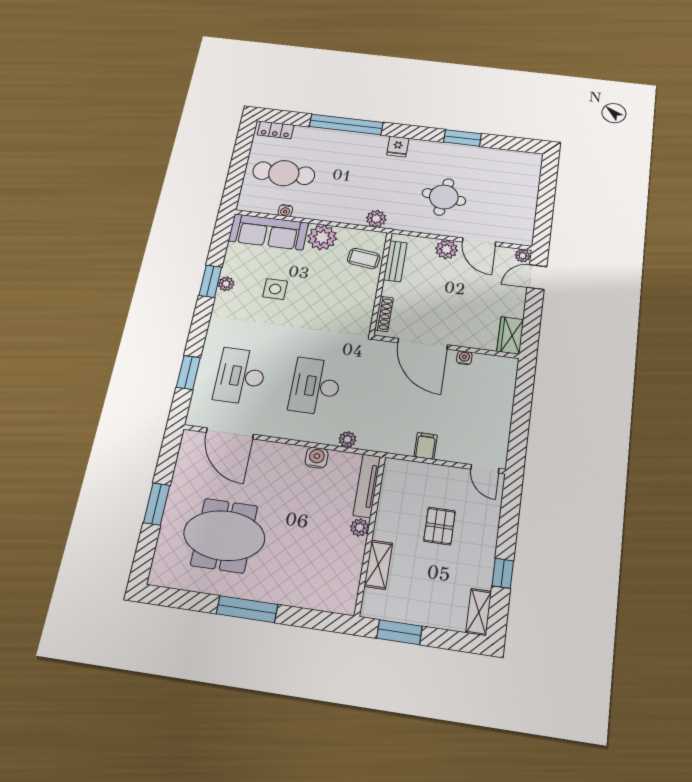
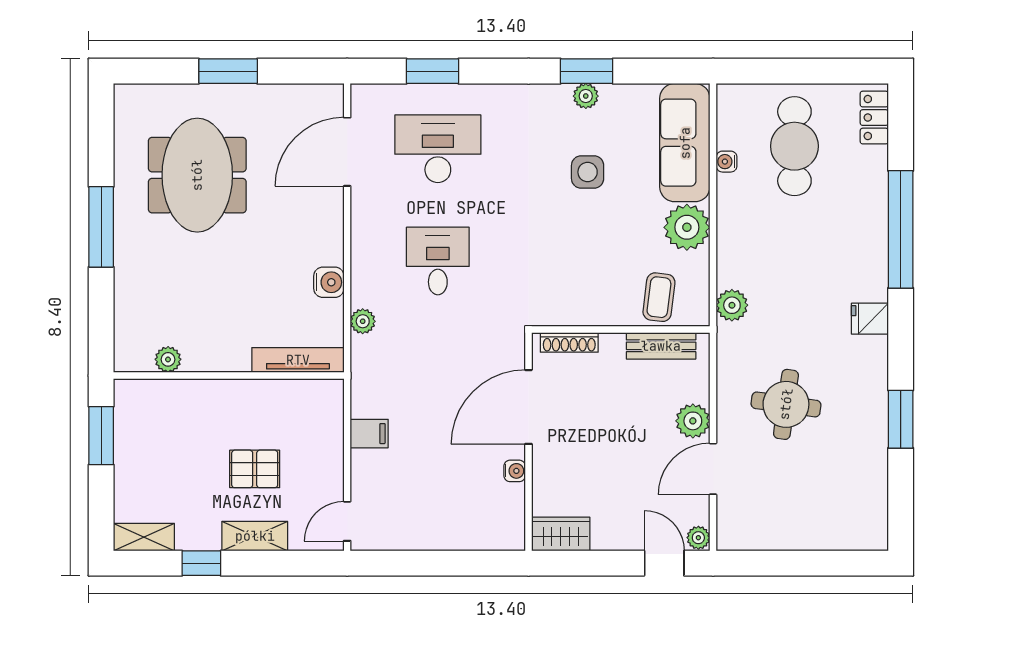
desk: (315, 386) -> (438, 261), width x0.73
plant: (360, 527) -> (168, 359), moved
shelving: (378, 565) -> (255, 536), moved

